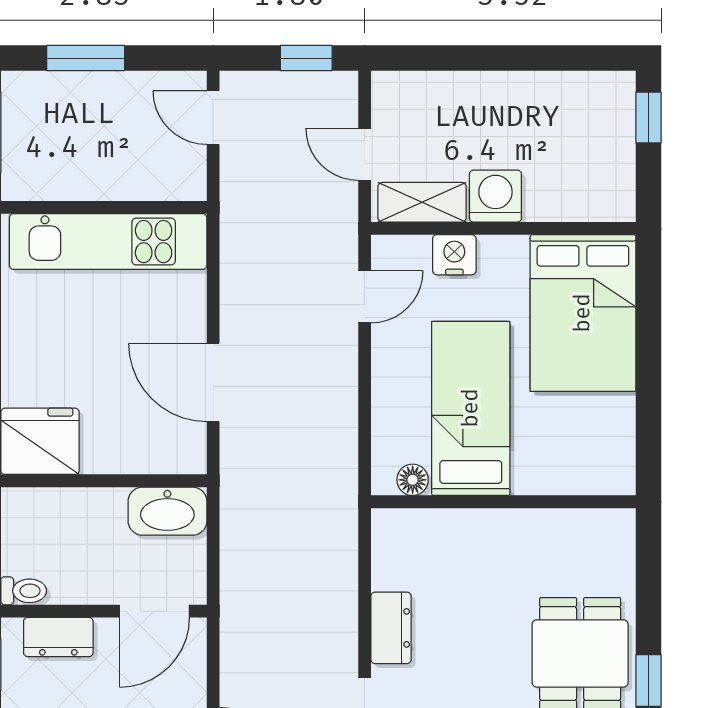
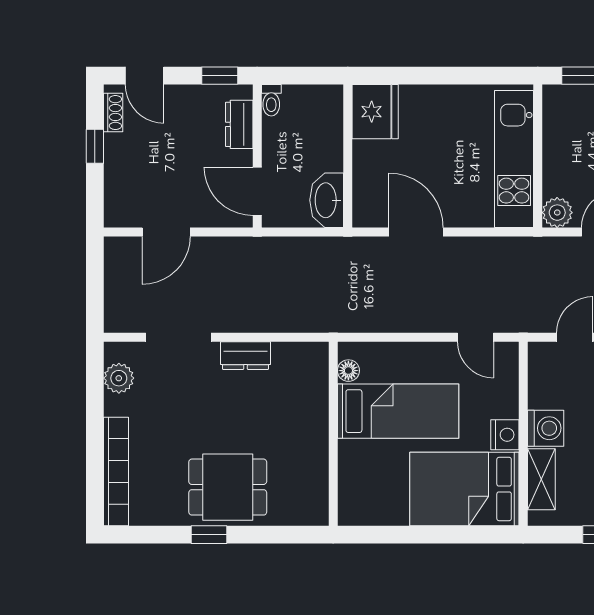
plant: (185, 179) -> (557, 213), added
shelving: (422, 202) -> (541, 479), moved
nightstand: (454, 255) -> (505, 435), moved
door: (213, 383) -> (416, 232), hinge flipped

